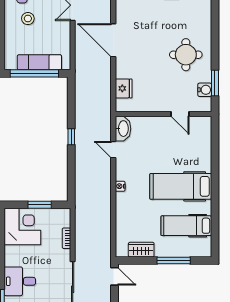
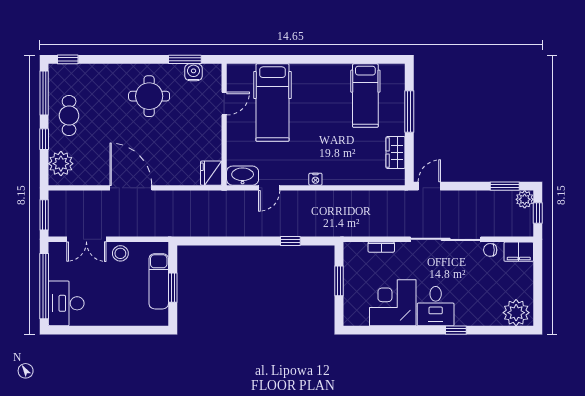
stool: (28, 19) -> (120, 253), moved
door: (113, 40) -> (131, 188), swing flipped
window: (34, 73) -> (173, 288), width x0.47
fridge: (124, 88) -> (211, 173), moved, turned -90
window: (71, 137) -> (290, 241), moved
hospital bed: (181, 186) -> (272, 103), moved
corner desk: (22, 227) -> (393, 303), moved

